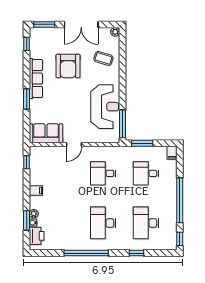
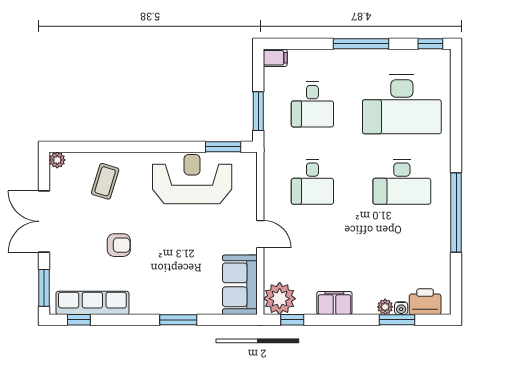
double door: (81, 24) -> (44, 221), swing flipped
armchair: (68, 66) -> (119, 245), width x0.53, depth x0.53
row of seats: (36, 78) -> (92, 303), moved
window: (123, 124) -> (223, 147), width x0.69
plant: (38, 155) -> (280, 299), added
filing cabinet: (36, 190) -> (334, 303), width x2.00
window: (180, 200) -> (361, 44), width x0.68
desk: (146, 223) -> (402, 104), width x1.36, depth x1.30
window: (137, 253) -> (456, 122), removed

